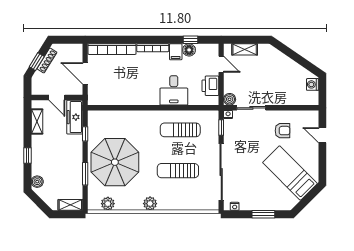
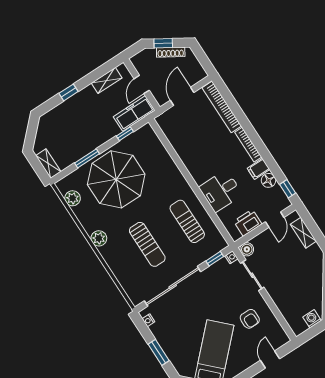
window: (190, 40) -> (288, 189), moved
sun lounger: (178, 171) -> (147, 244), turned 180
boiler: (37, 182) -> (50, 118), removed

